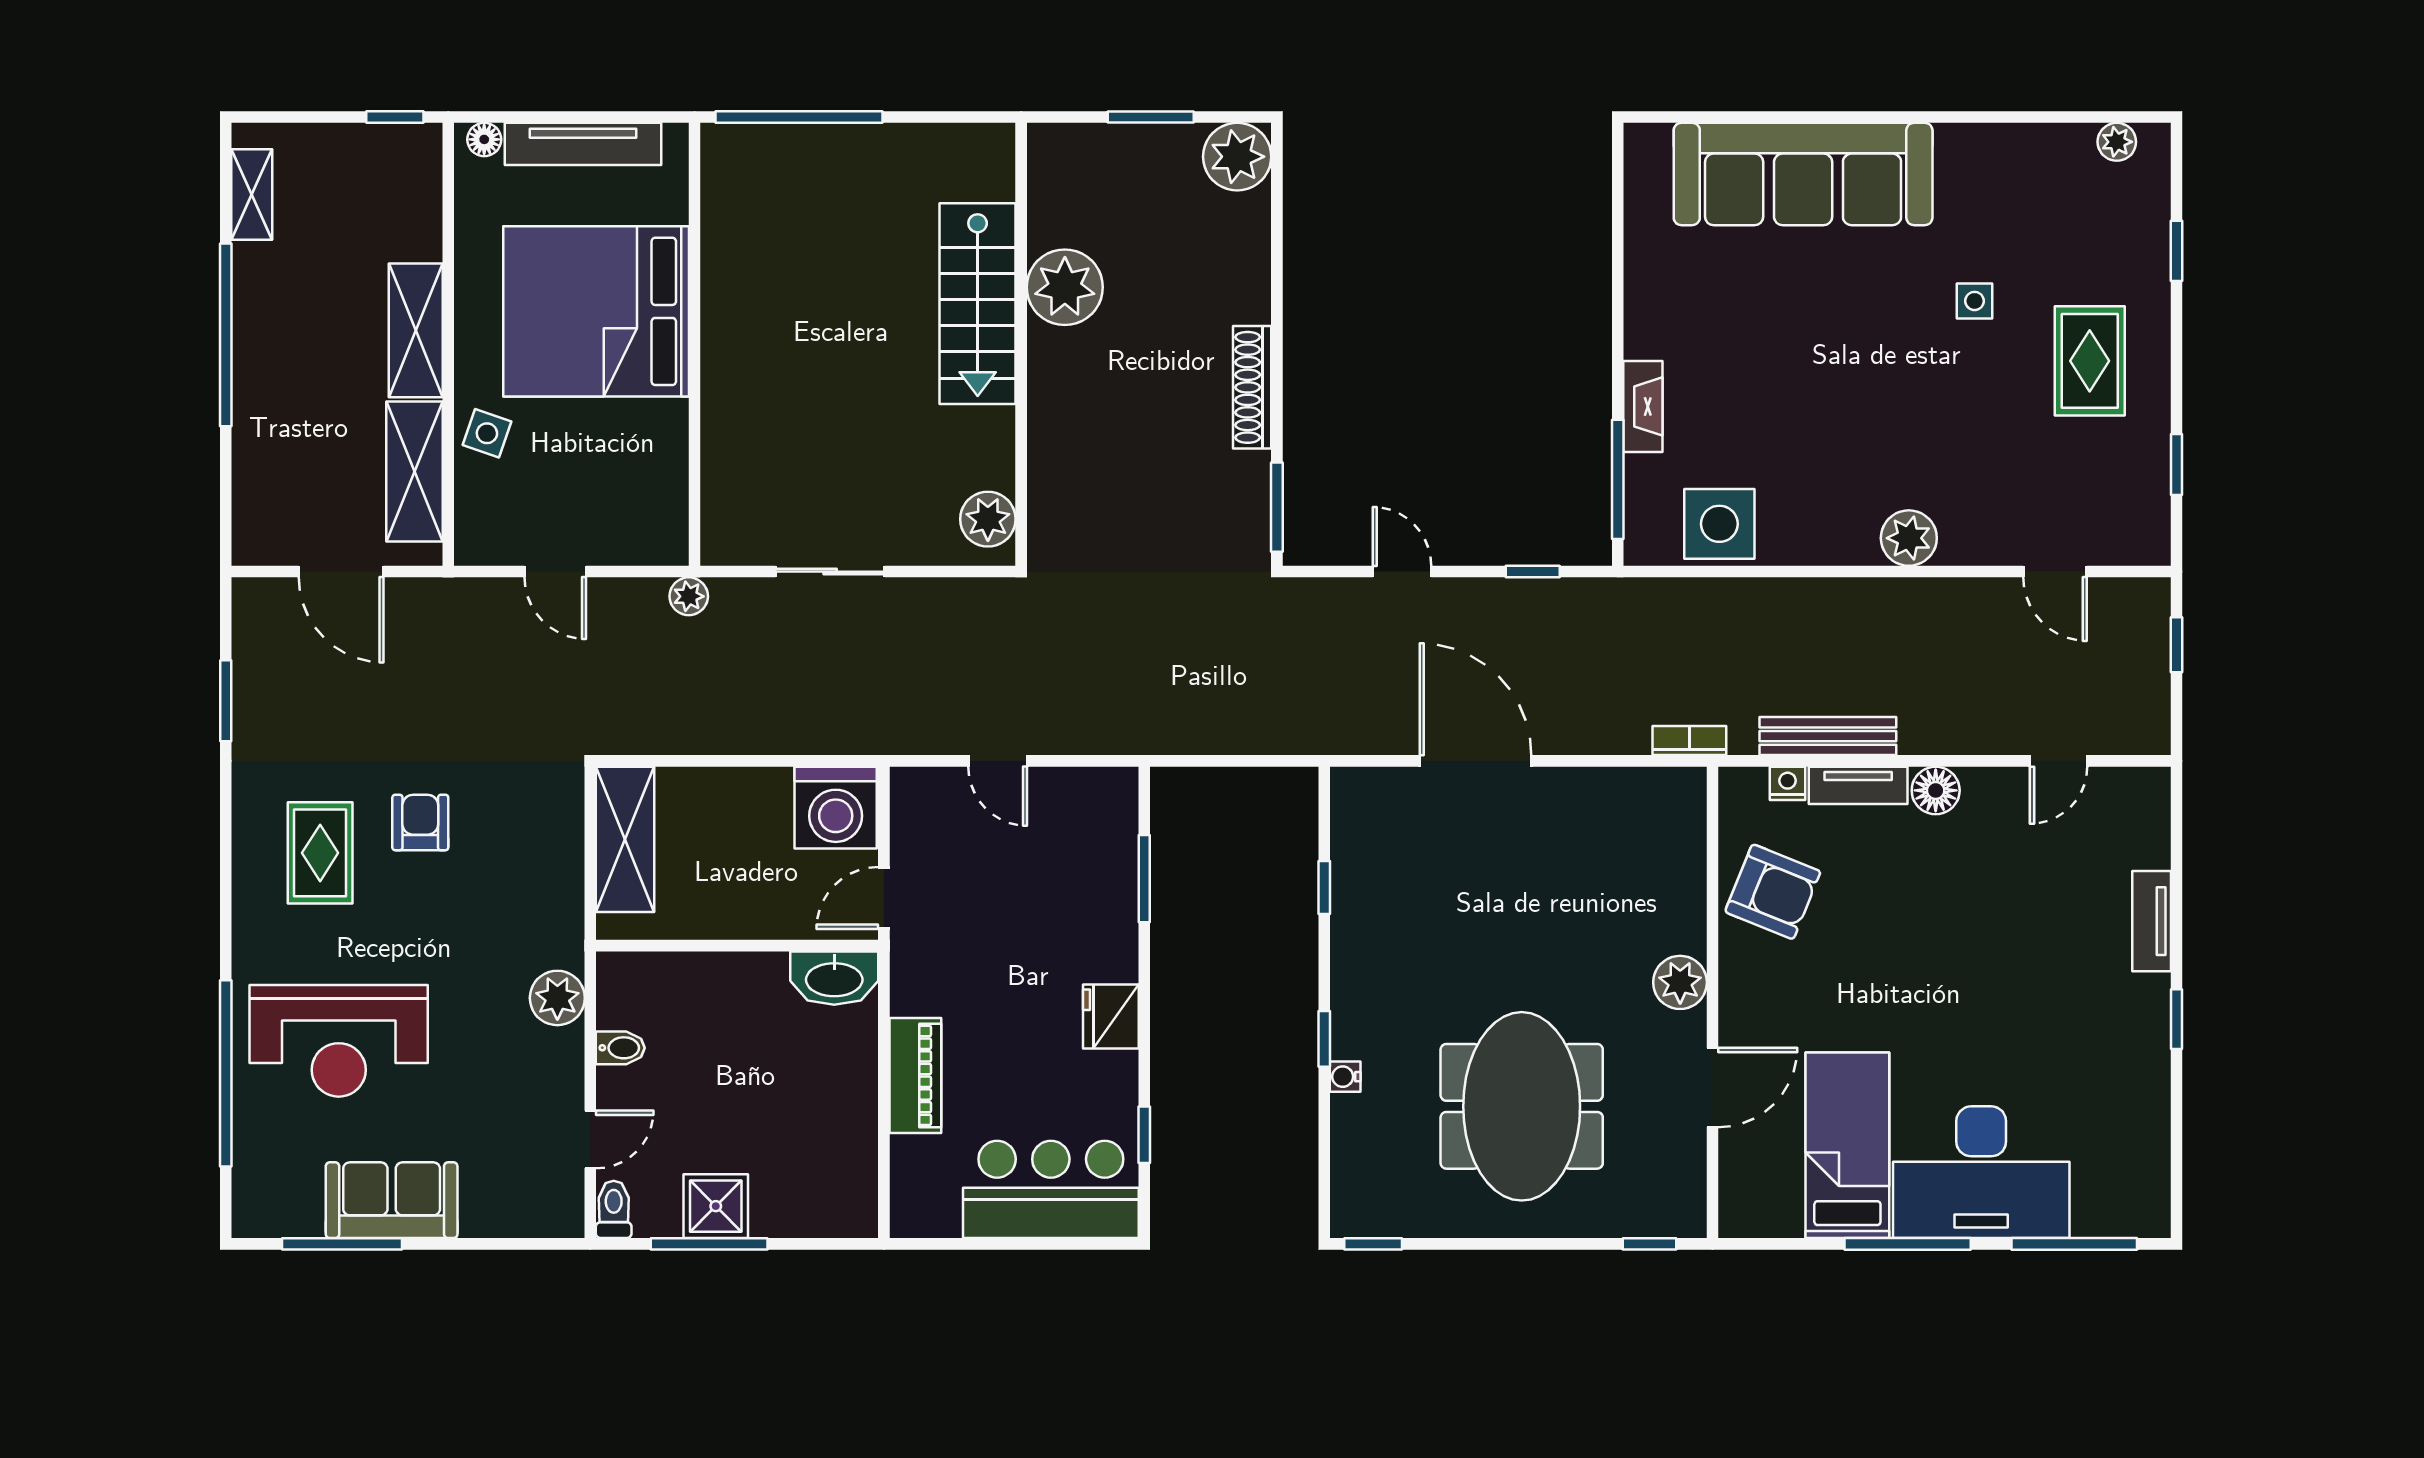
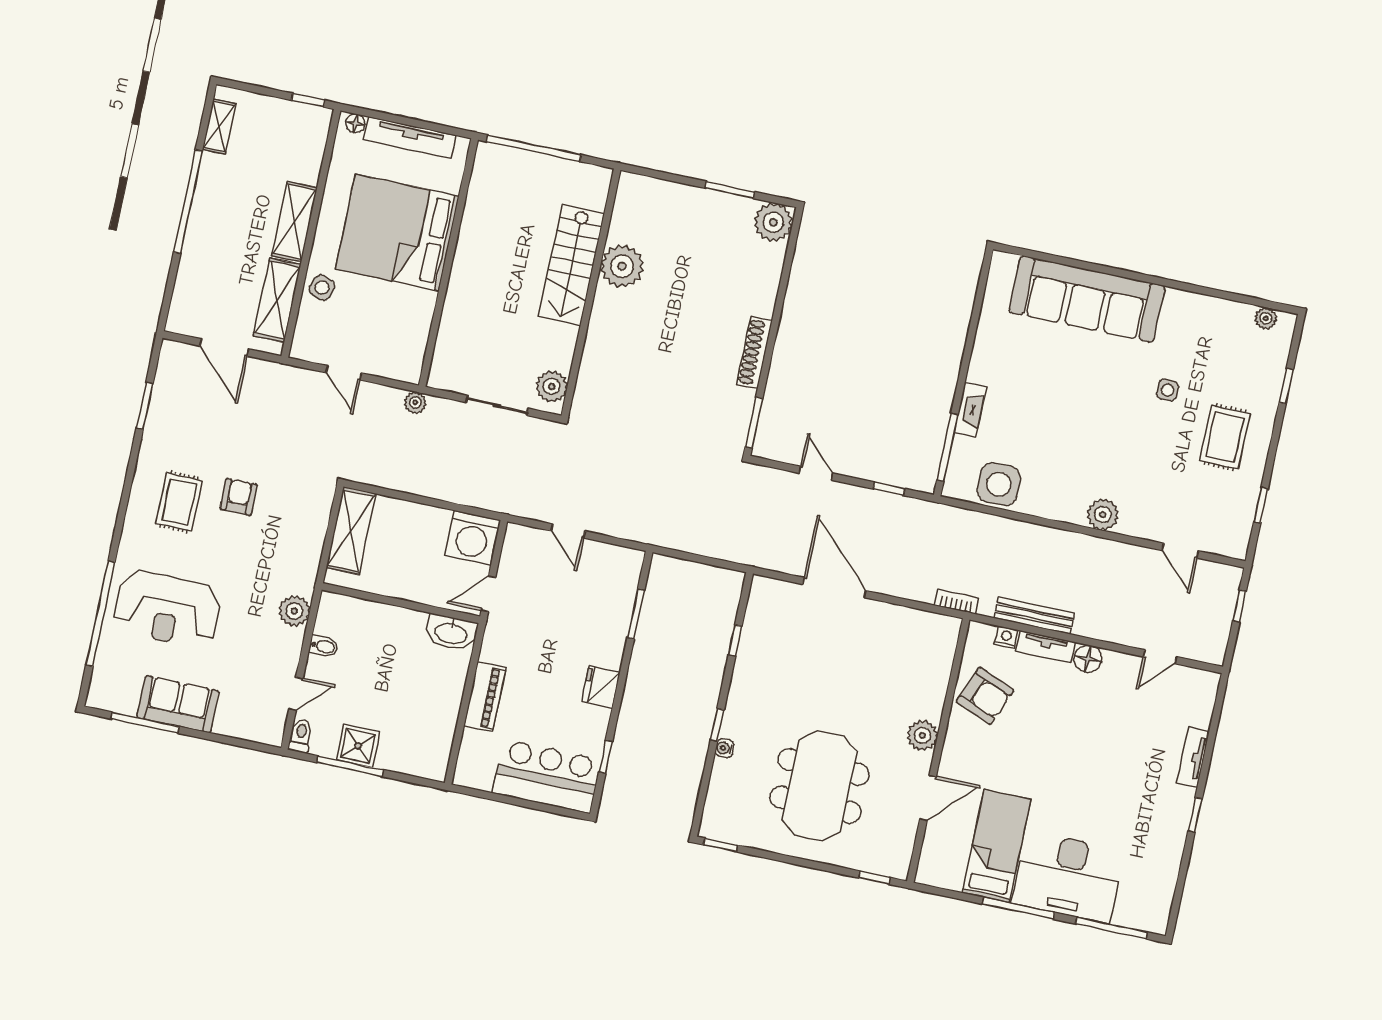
plant: (1065, 287) -> (622, 266), moved
stairs: (978, 304) -> (571, 265), moved
wall: (1021, 344) -> (591, 293), moved
plant: (988, 519) -> (552, 386), moved

